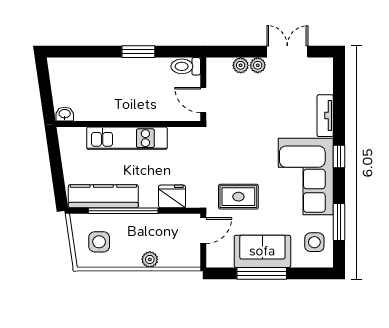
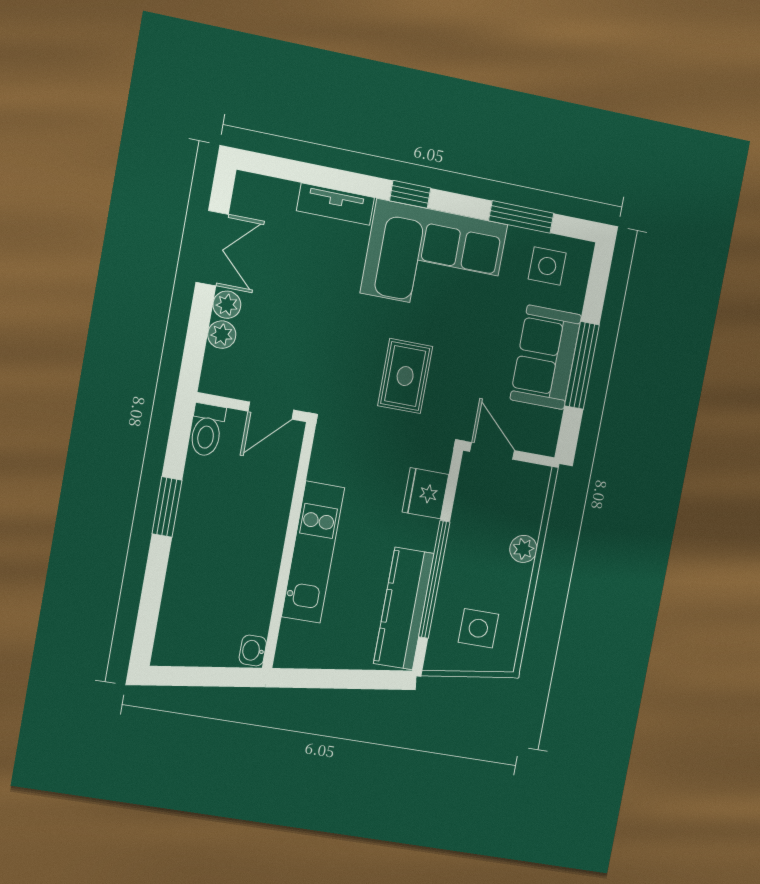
double door: (287, 52) -> (212, 248), swing flipped
rug: (238, 197) -> (405, 376), moved

